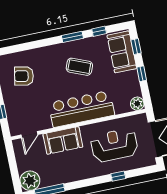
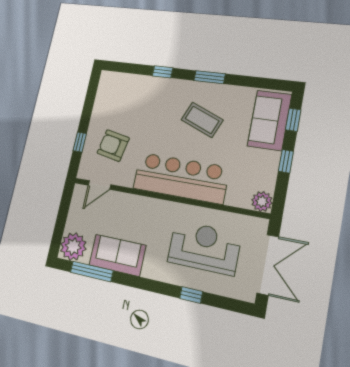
window: (99, 31) -> (163, 72), moved
armchair: (24, 76) -> (113, 146), moved
sofa: (63, 140) -> (117, 255), moved, turned 180

